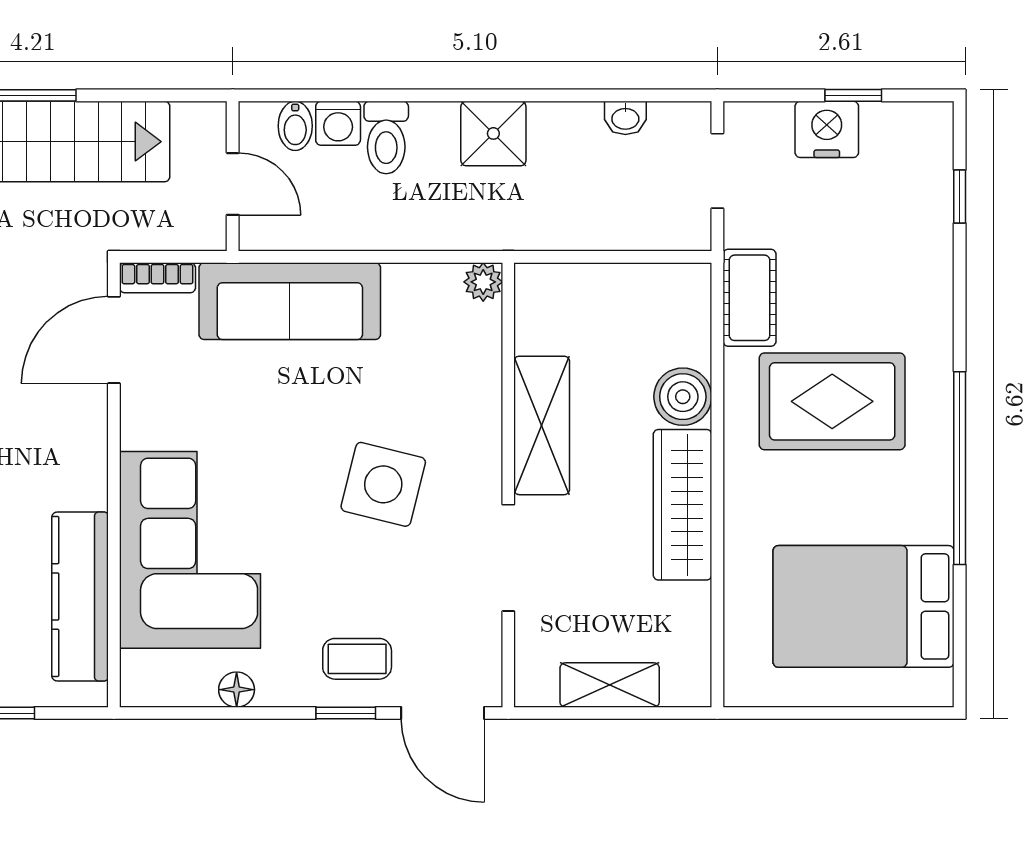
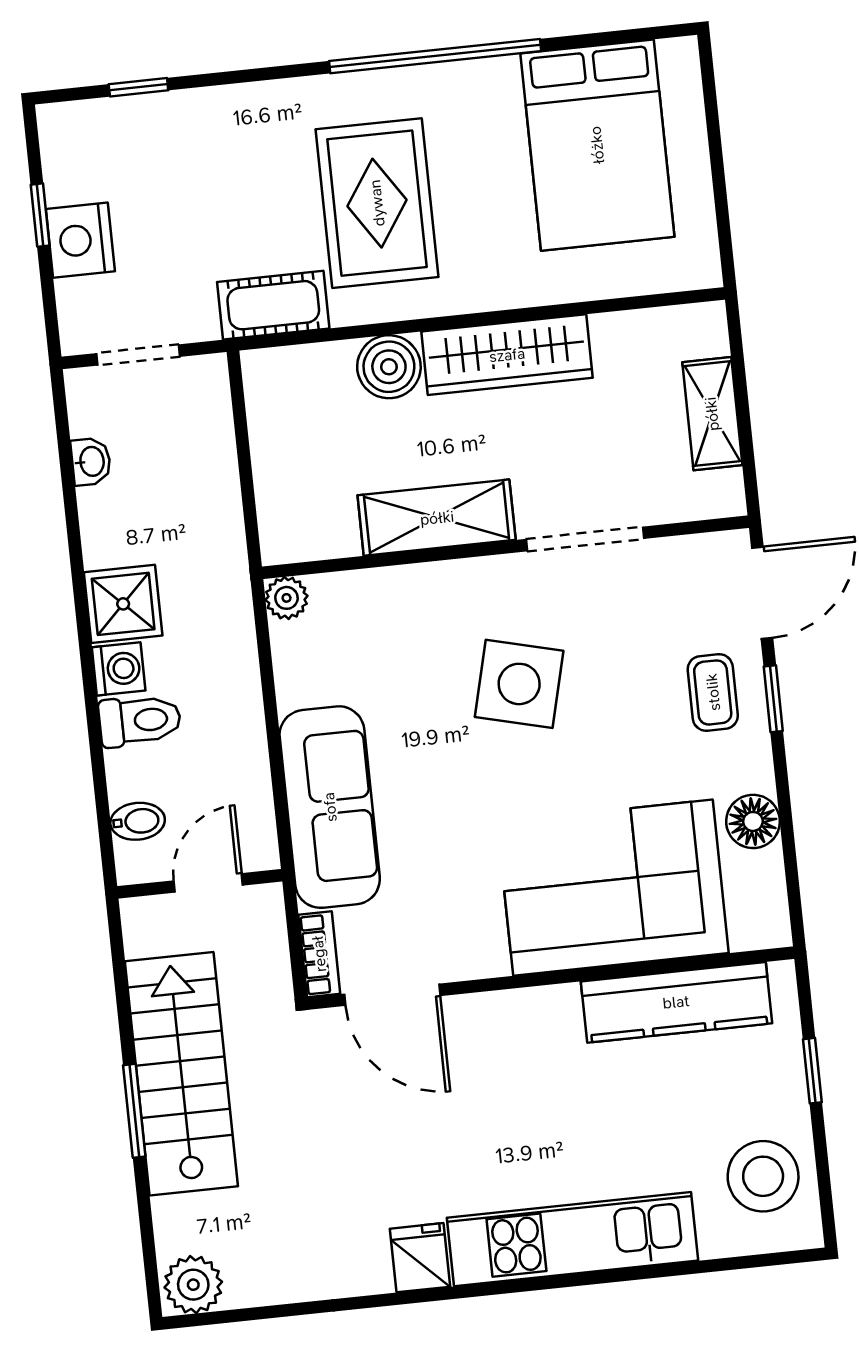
washing machine: (338, 123) -> (119, 669), moved
floor lamp: (237, 690) -> (753, 821), width x1.37, depth x1.37

